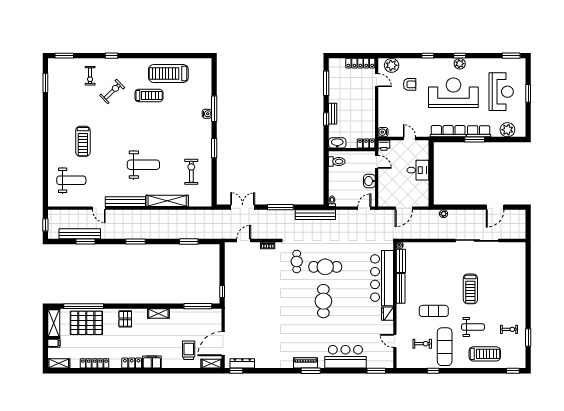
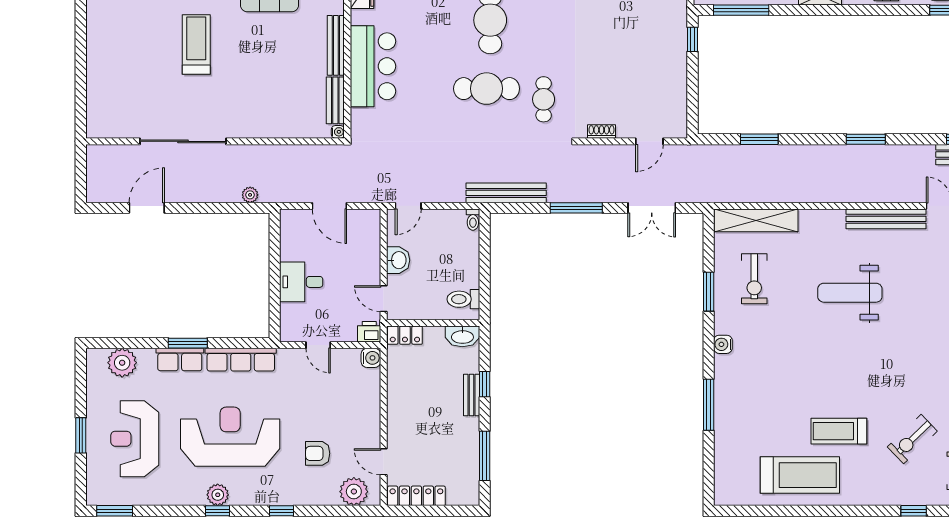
reception desk: (453, 93) -> (230, 437), turned 180
water cooler: (207, 114) -> (723, 344), moved
window: (214, 148) -> (709, 292), moved
shelving: (167, 201) -> (756, 220), moved
door: (404, 208) -> (329, 206), swing flipped
bar counter: (382, 278) -> (373, 66), width x0.73

